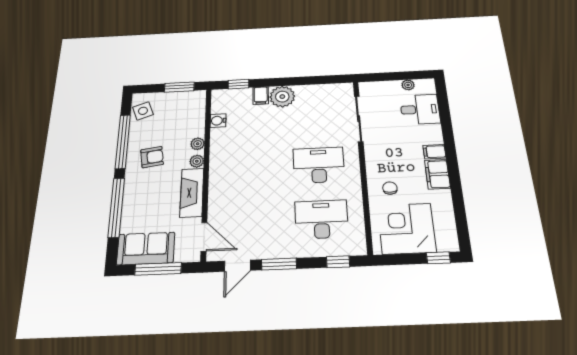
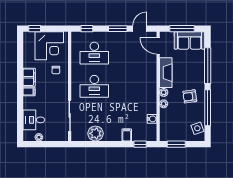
plant: (282, 97) -> (95, 133), moved

